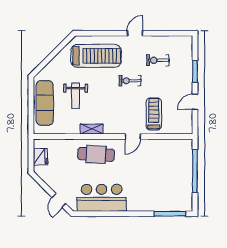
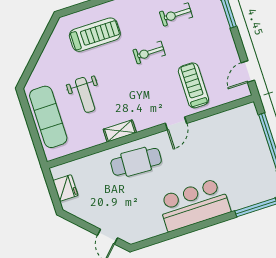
treadmill: (96, 56) -> (95, 35), width x0.73, depth x0.73
door: (195, 102) -> (248, 72), moved
bar counter: (102, 198) -> (194, 205), moved

